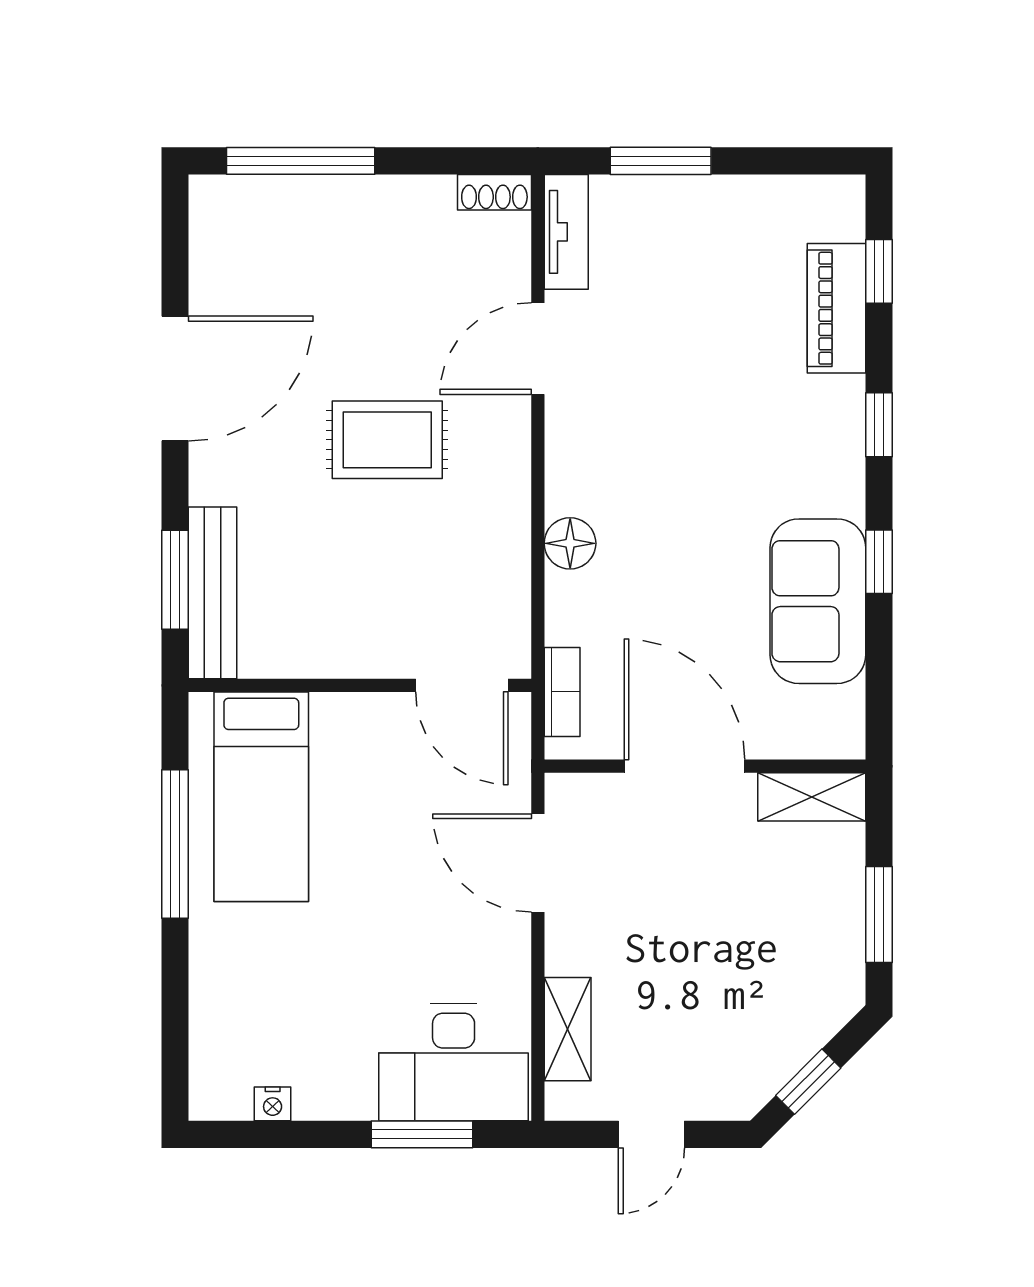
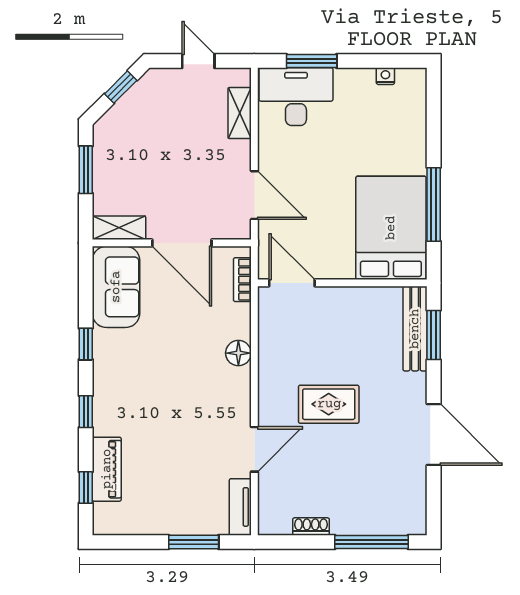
shoe rack: (494, 192) -> (311, 527), moved
door: (175, 379) -> (434, 434), swing flipped
sofa: (818, 601) -> (116, 287), moved
bed: (261, 797) -> (391, 228), width x1.50
door: (651, 1134) -> (198, 61), hinge flipped

